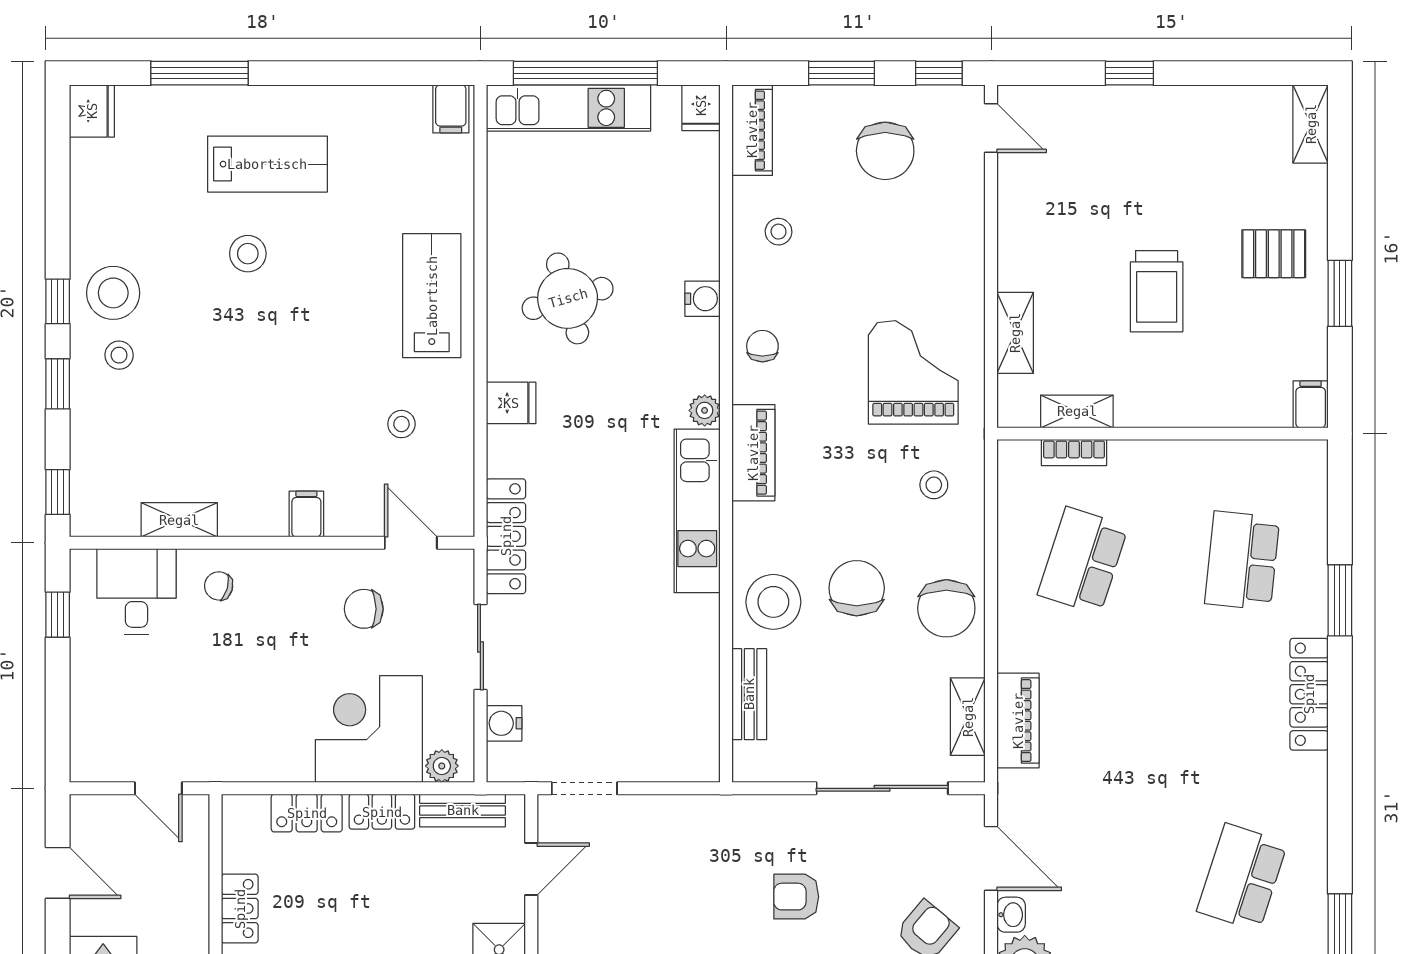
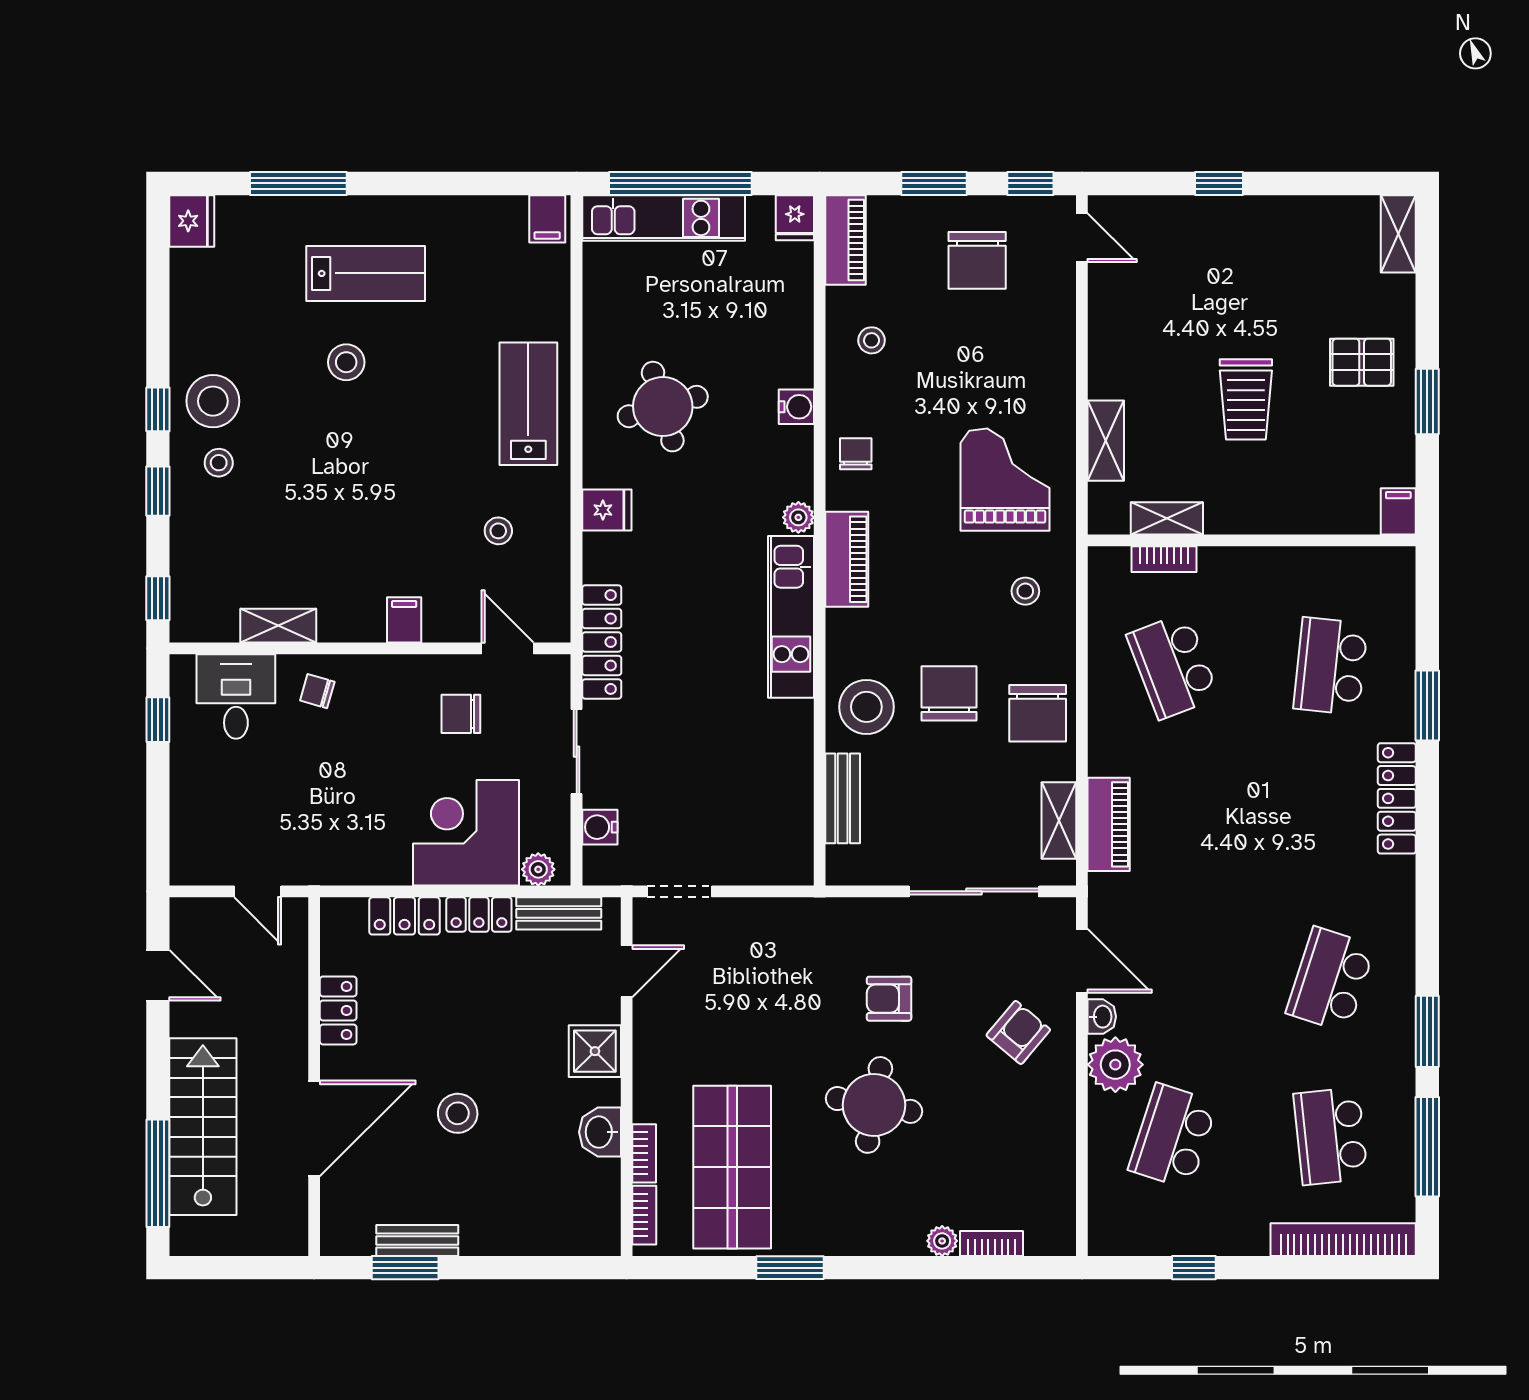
school desk: (1083, 561) -> (1173, 666), turned -39

